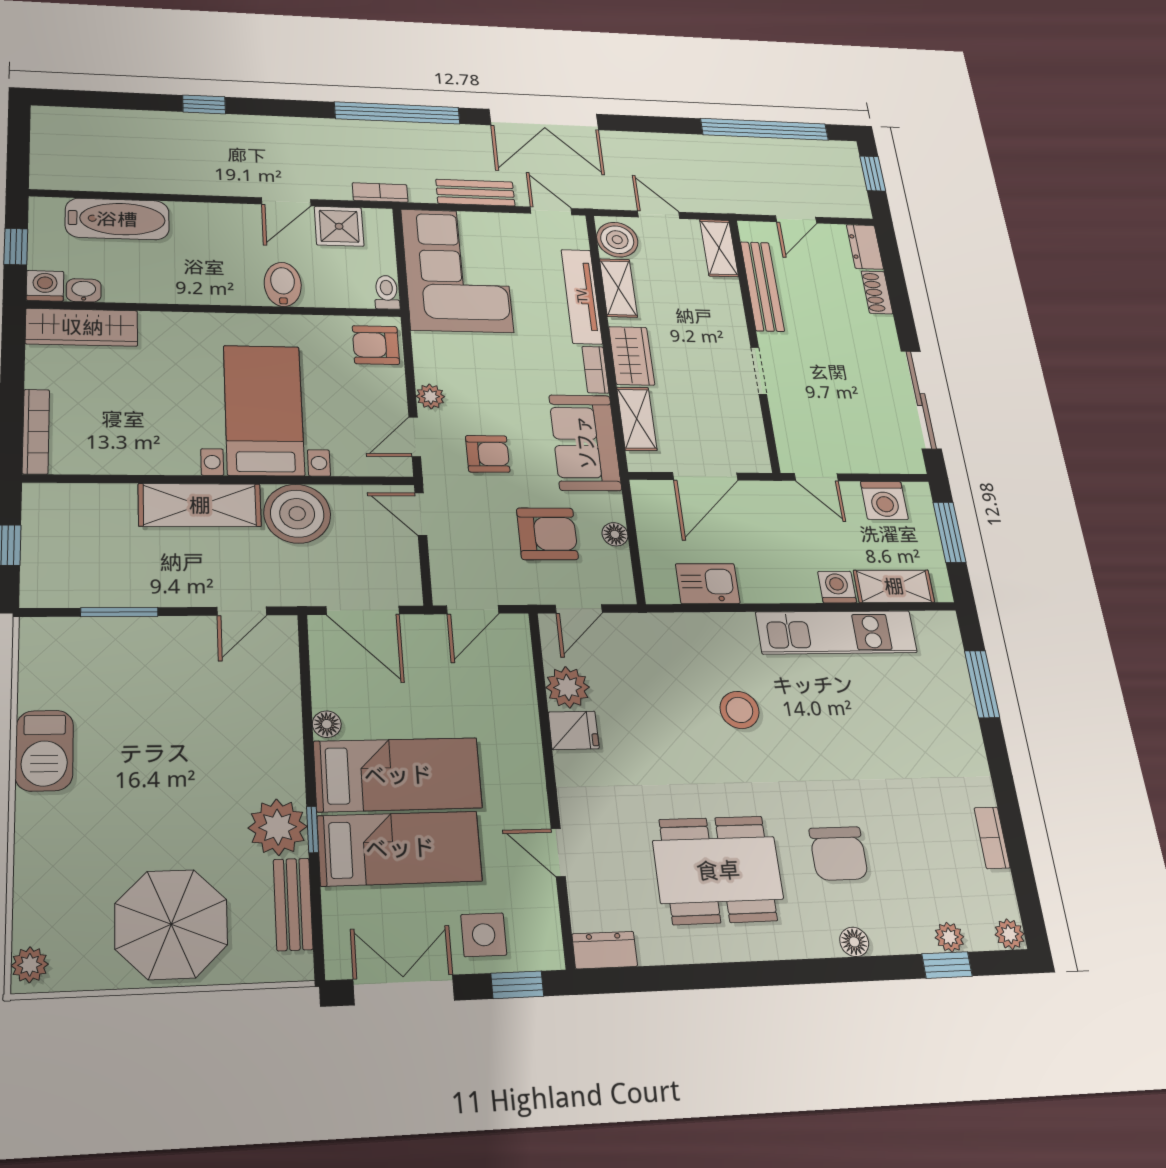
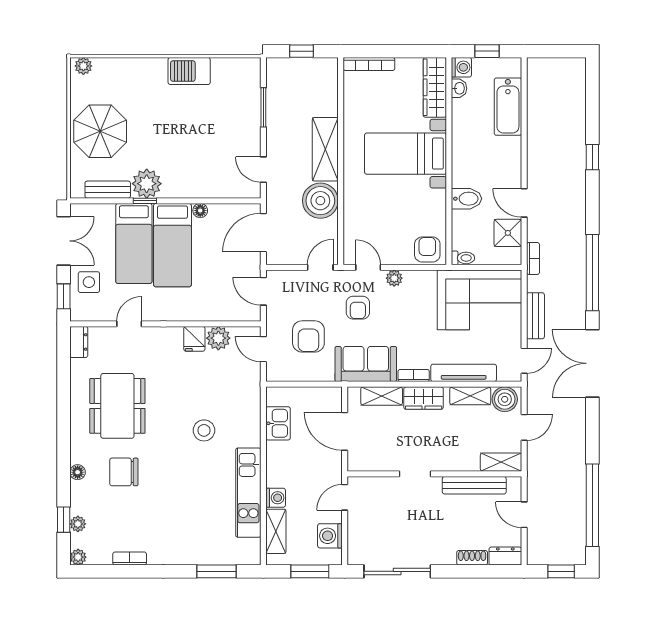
bed with nightstands: (264, 410) -> (406, 154), moved, turned 180
floor lamp: (615, 534) -> (308, 375), removed

